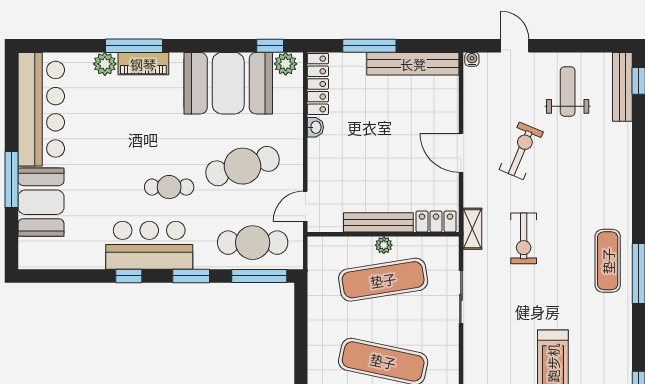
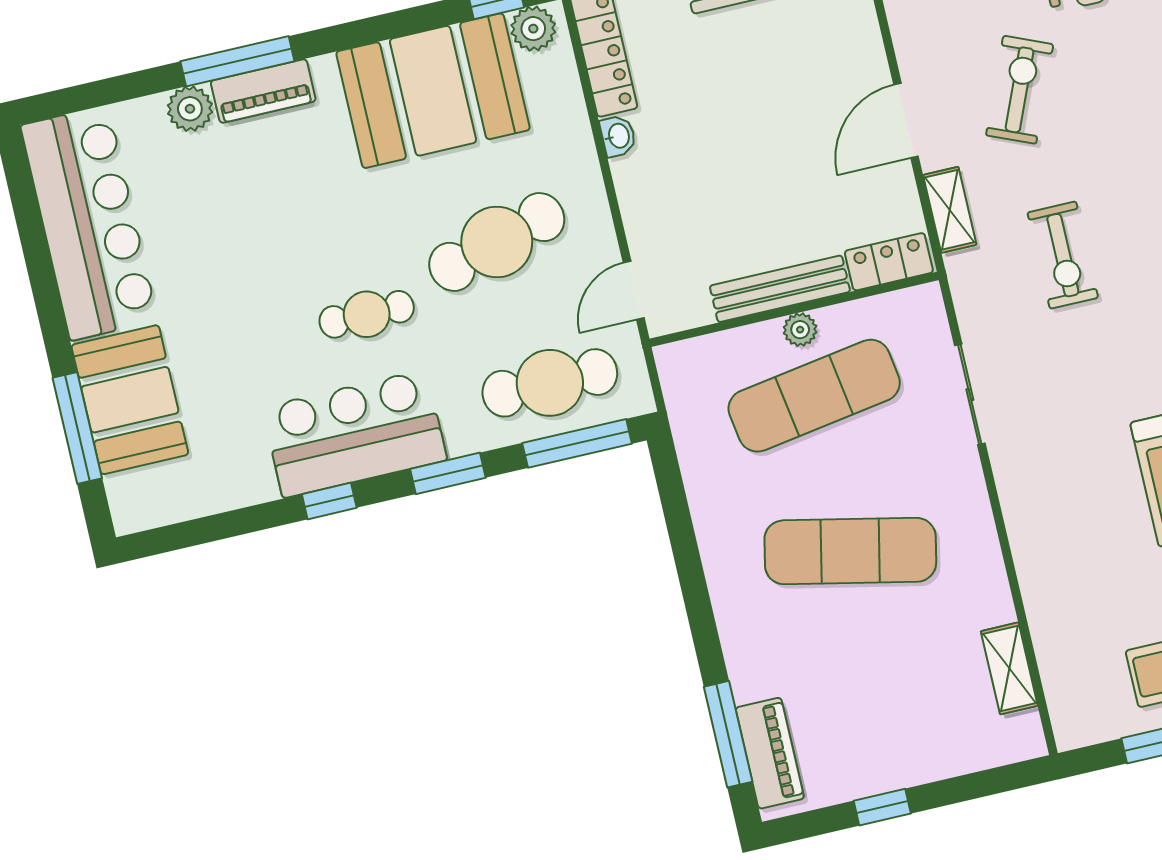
door: (461, 153) -> (906, 121), hinge flipped
window: (11, 179) -> (77, 428), moved
shelving: (472, 229) -> (950, 210), moved

